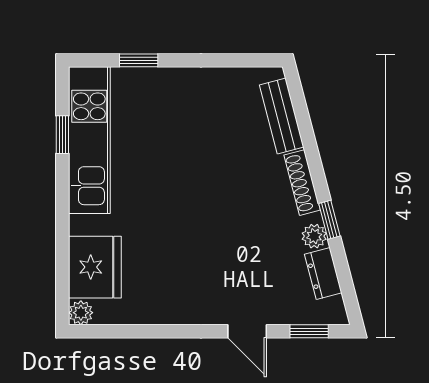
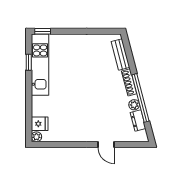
window: (139, 60) -> (43, 31), moved
window: (329, 220) -> (140, 98), width x3.17
fridge: (95, 267) -> (40, 124), width x0.53, depth x0.75
window: (309, 331) -> (132, 145), removed

